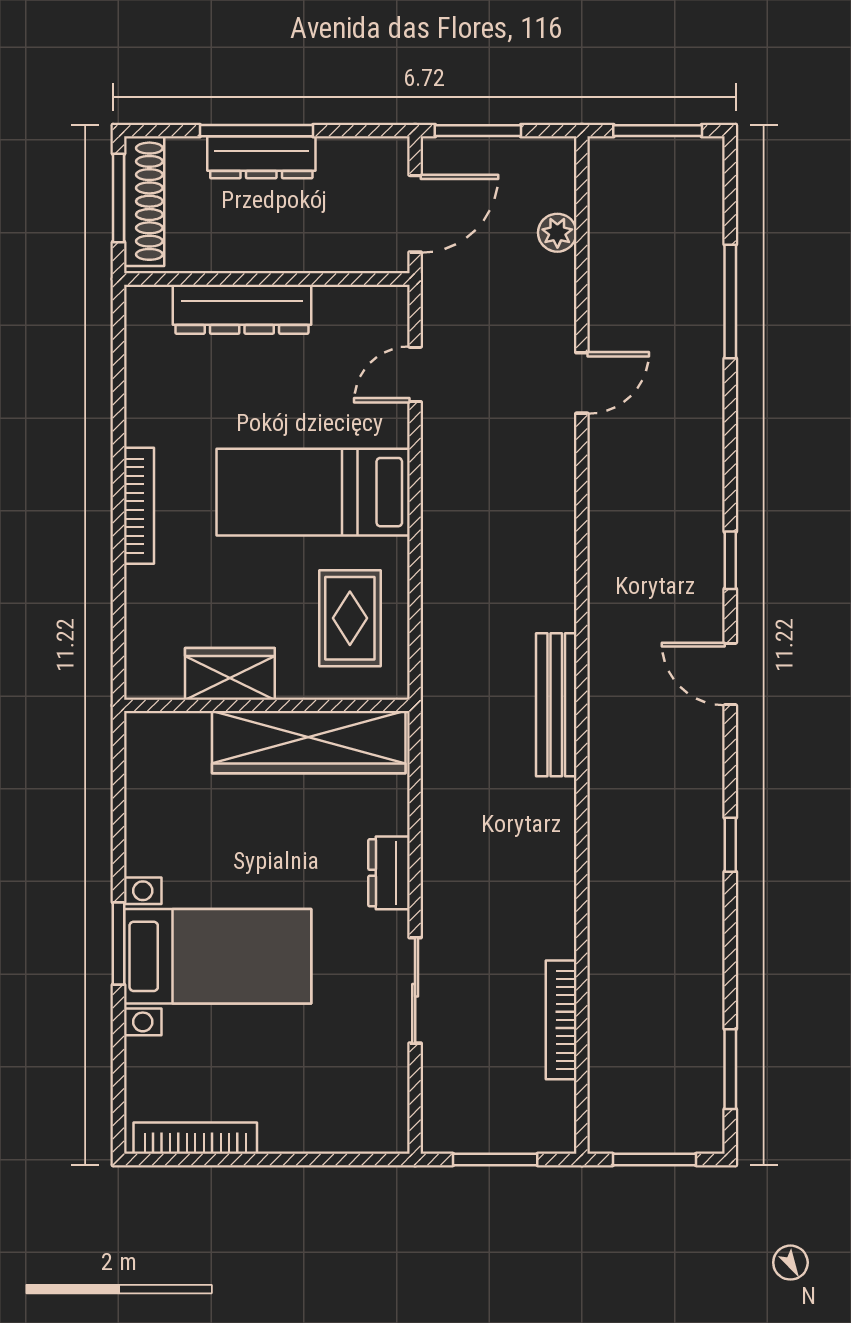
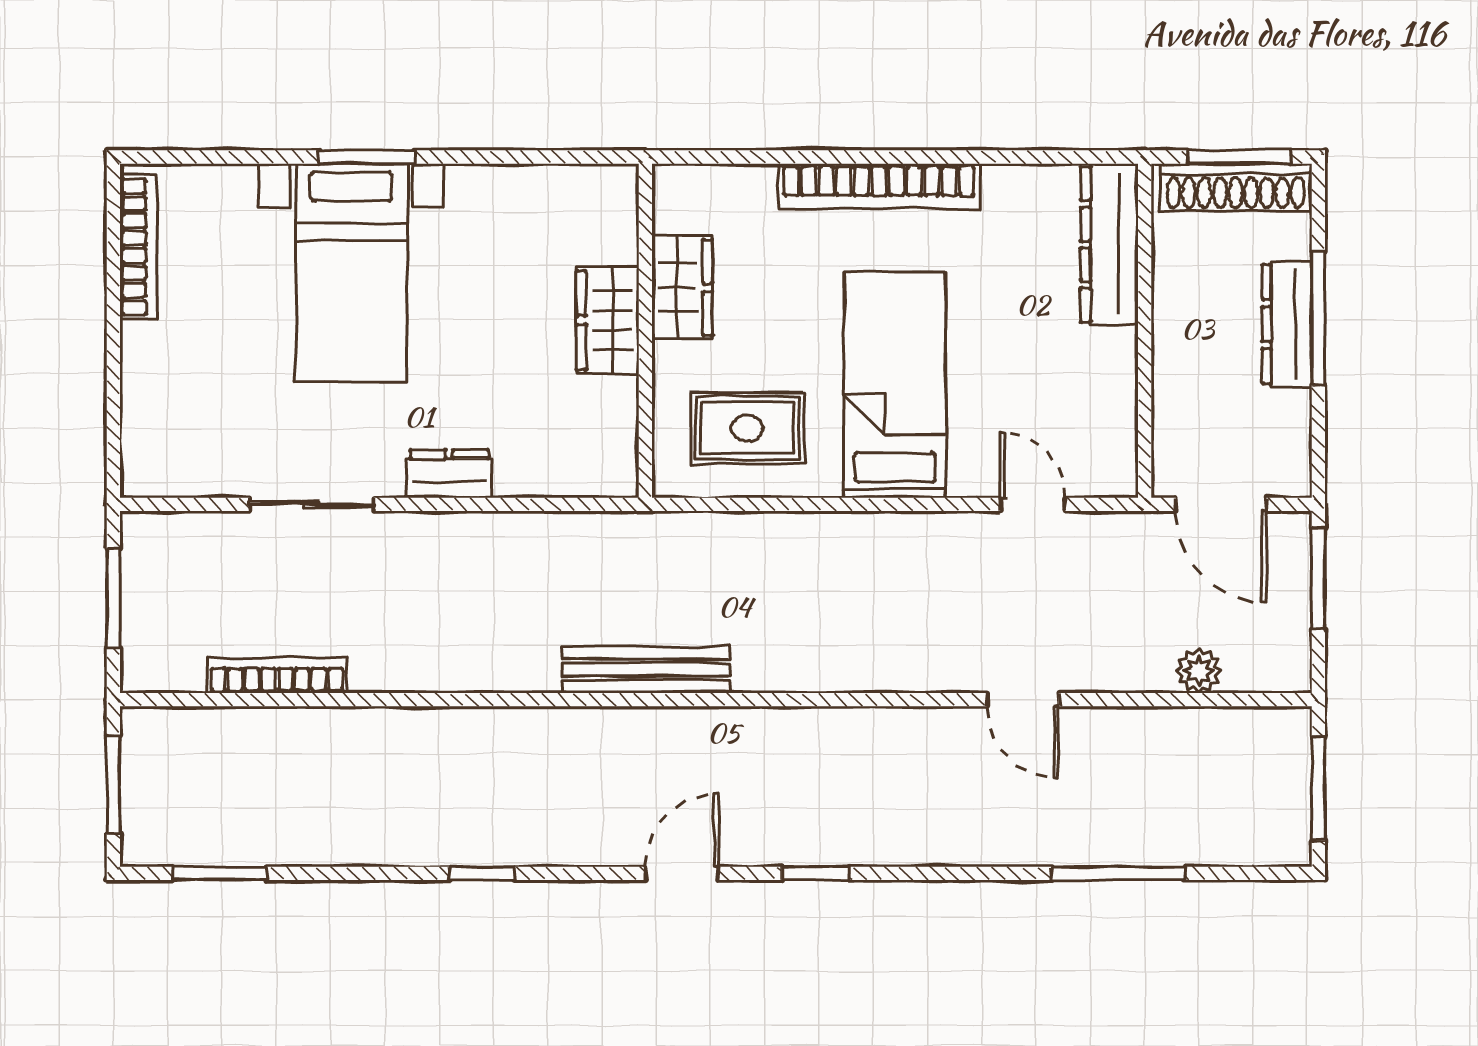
dresser: (242, 309) -> (1109, 244), moved
bookcase: (139, 506) -> (879, 186), width x1.48, depth x1.31
wardrobe: (309, 742) -> (608, 320), width x0.48, depth x0.85

